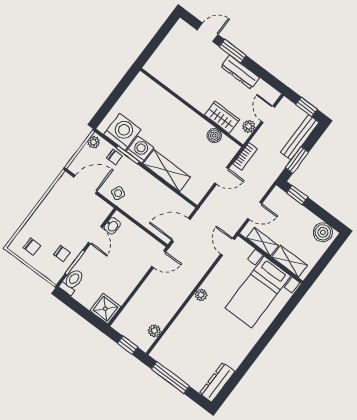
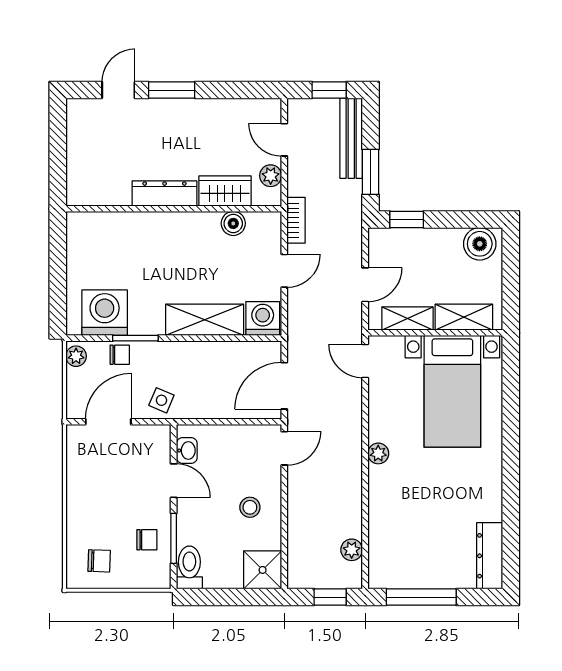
dresser: (240, 72) -> (165, 193), moved, turned 180
washing machine: (140, 149) -> (263, 319), moved
stool: (122, 275) -> (250, 507), added

